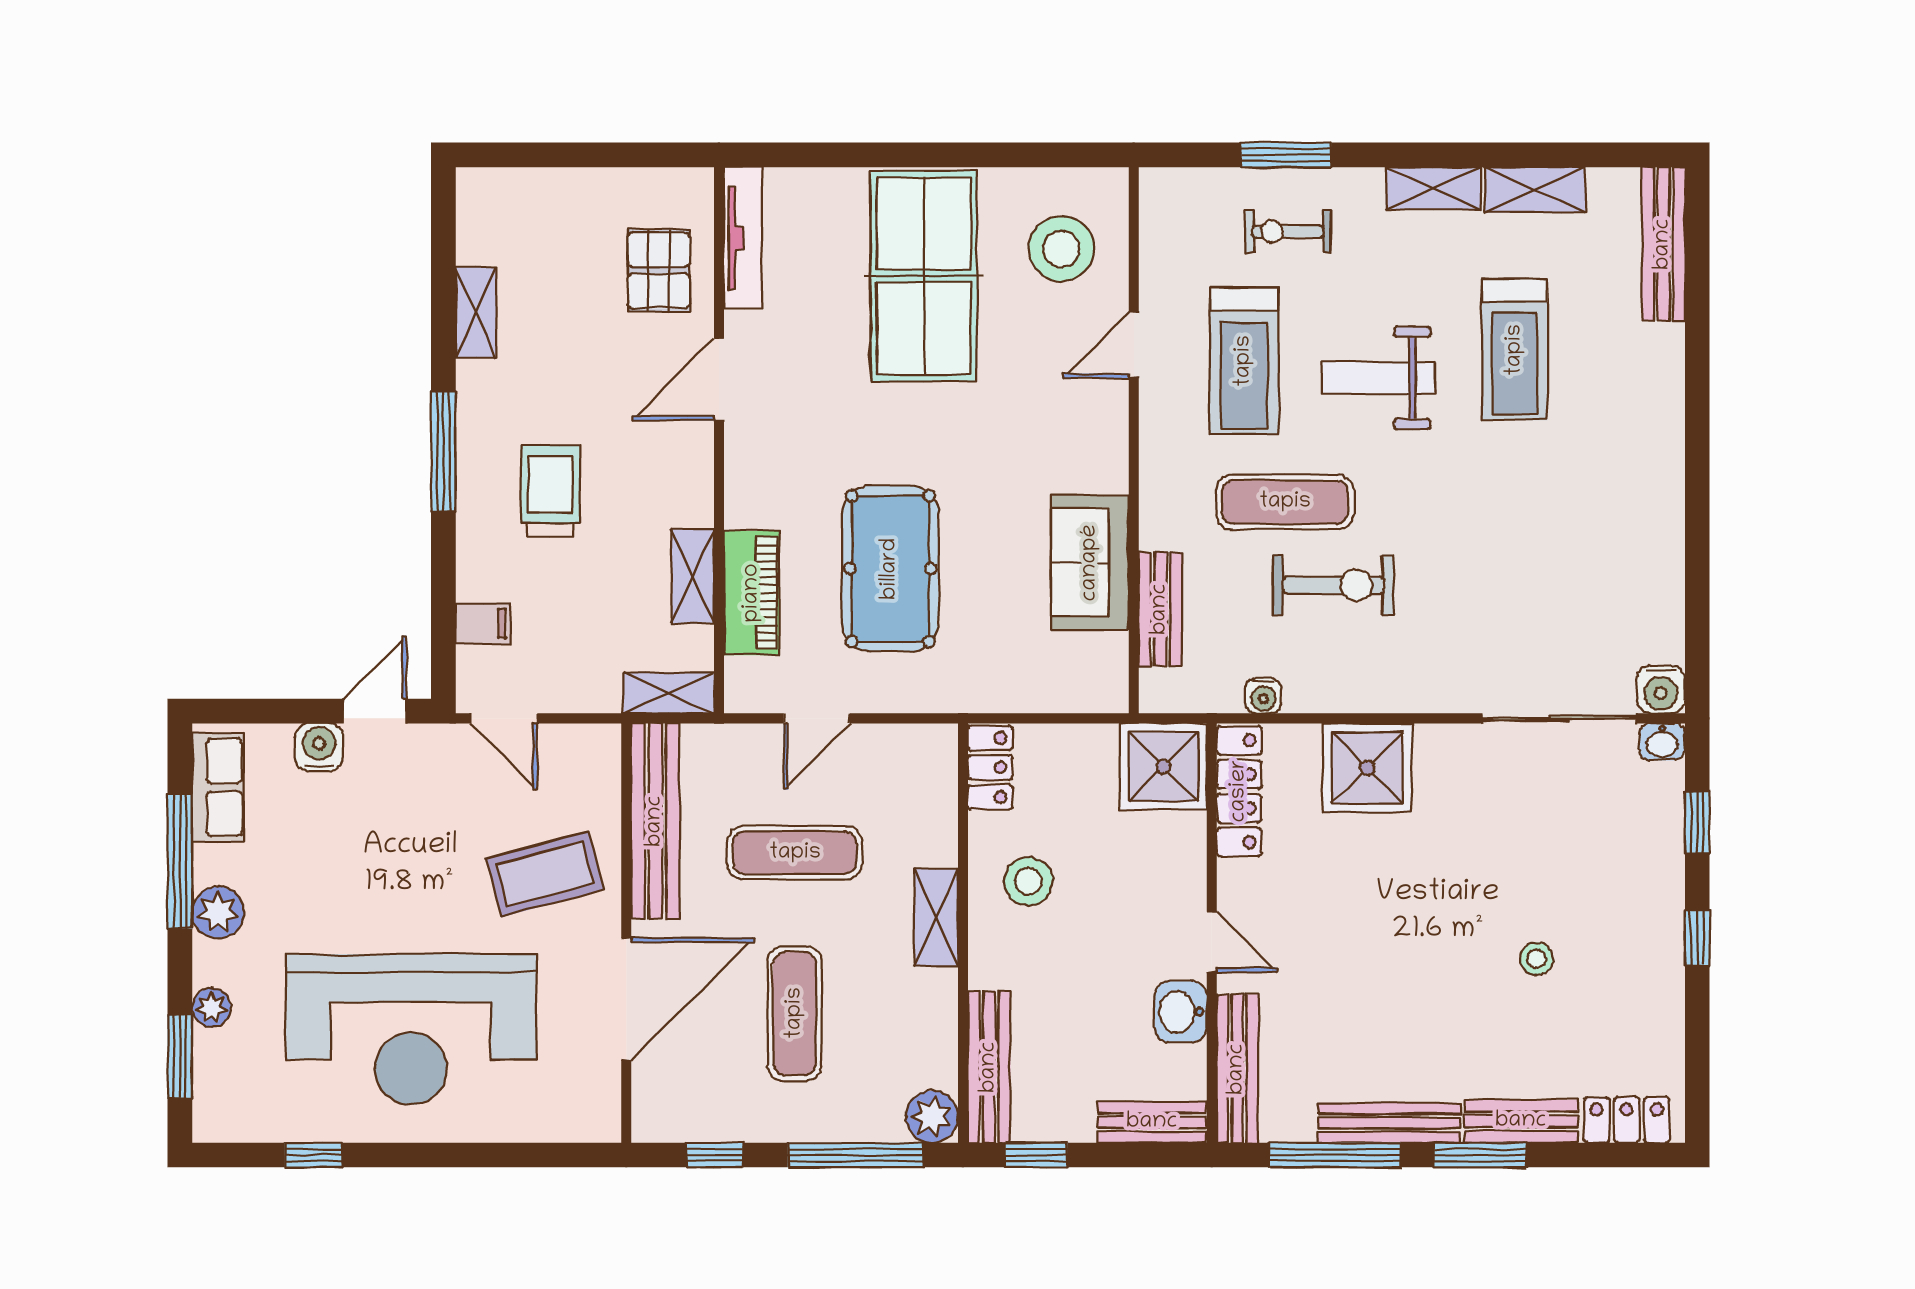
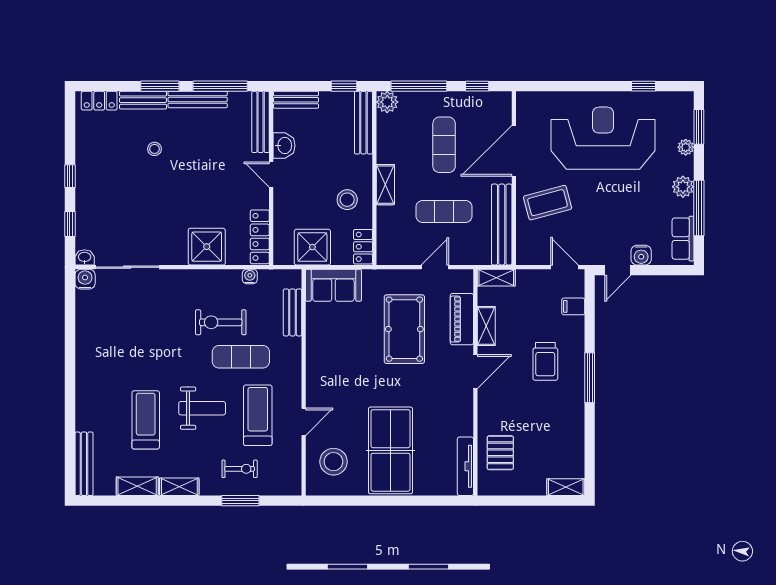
shelving: (476, 312) -> (566, 487), moved, turned 90
door: (719, 379) -> (475, 372), moved
sofa: (1090, 563) -> (333, 285), moved, turned 90
shower: (1163, 767) -> (312, 247), moved
stool: (1536, 959) -> (154, 149), moved

